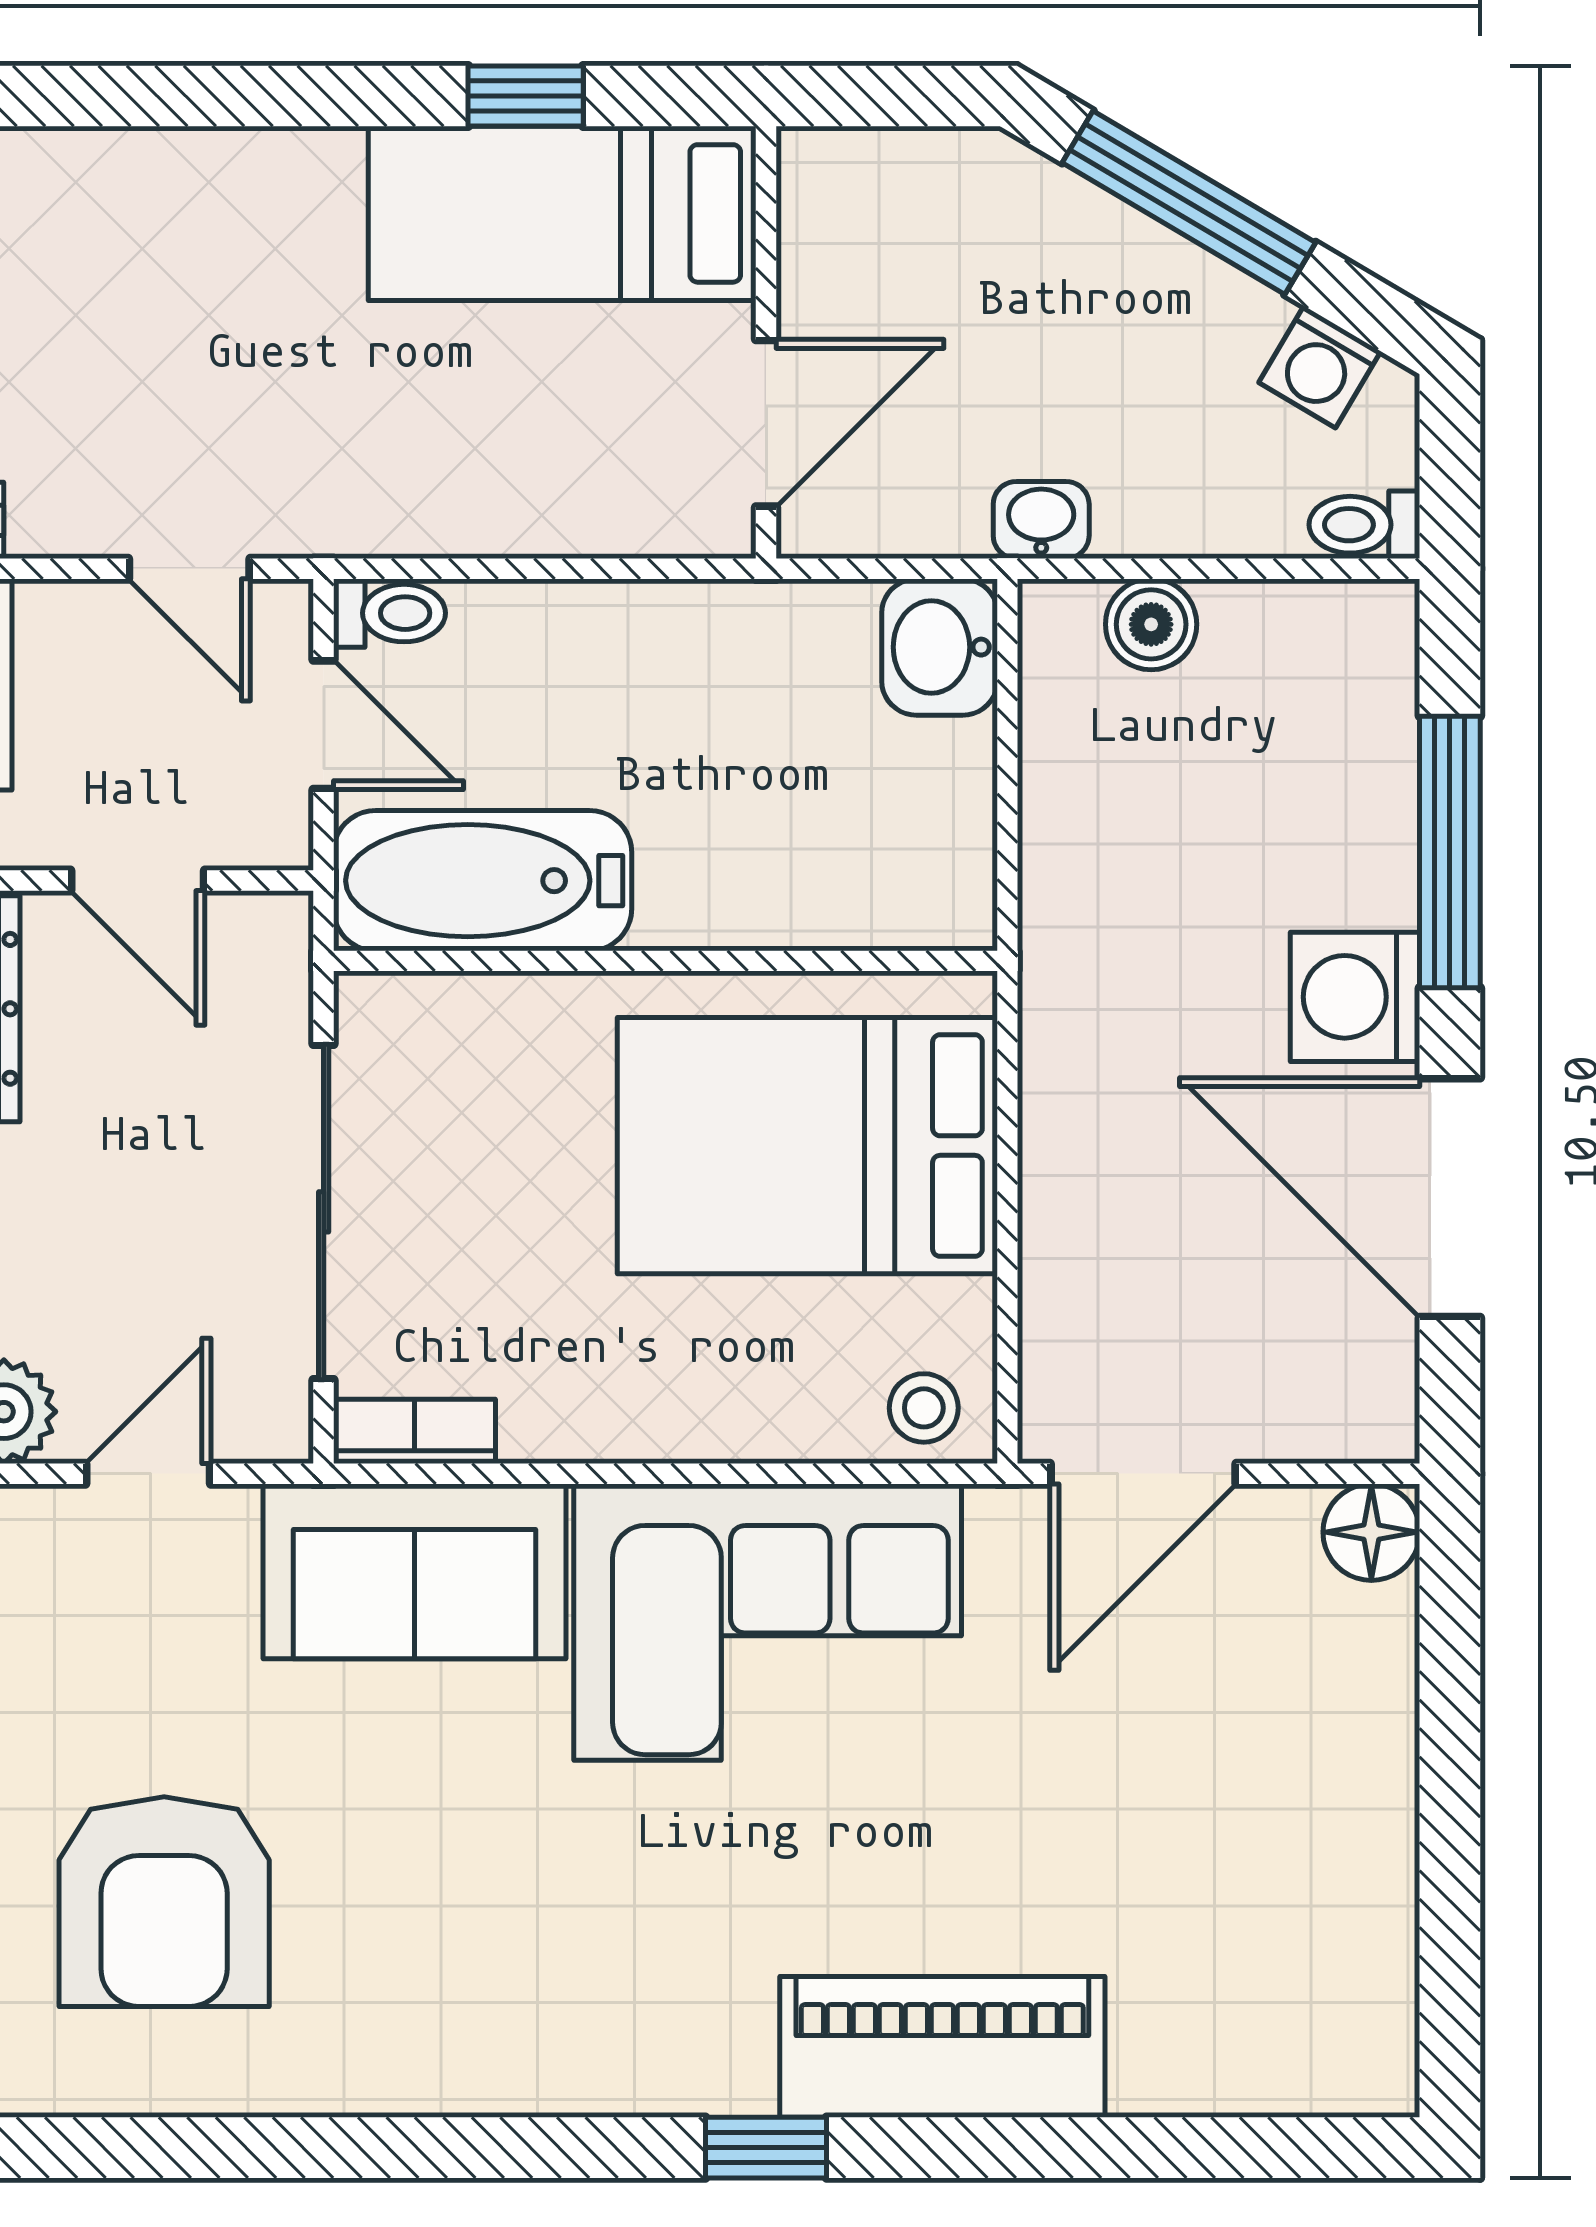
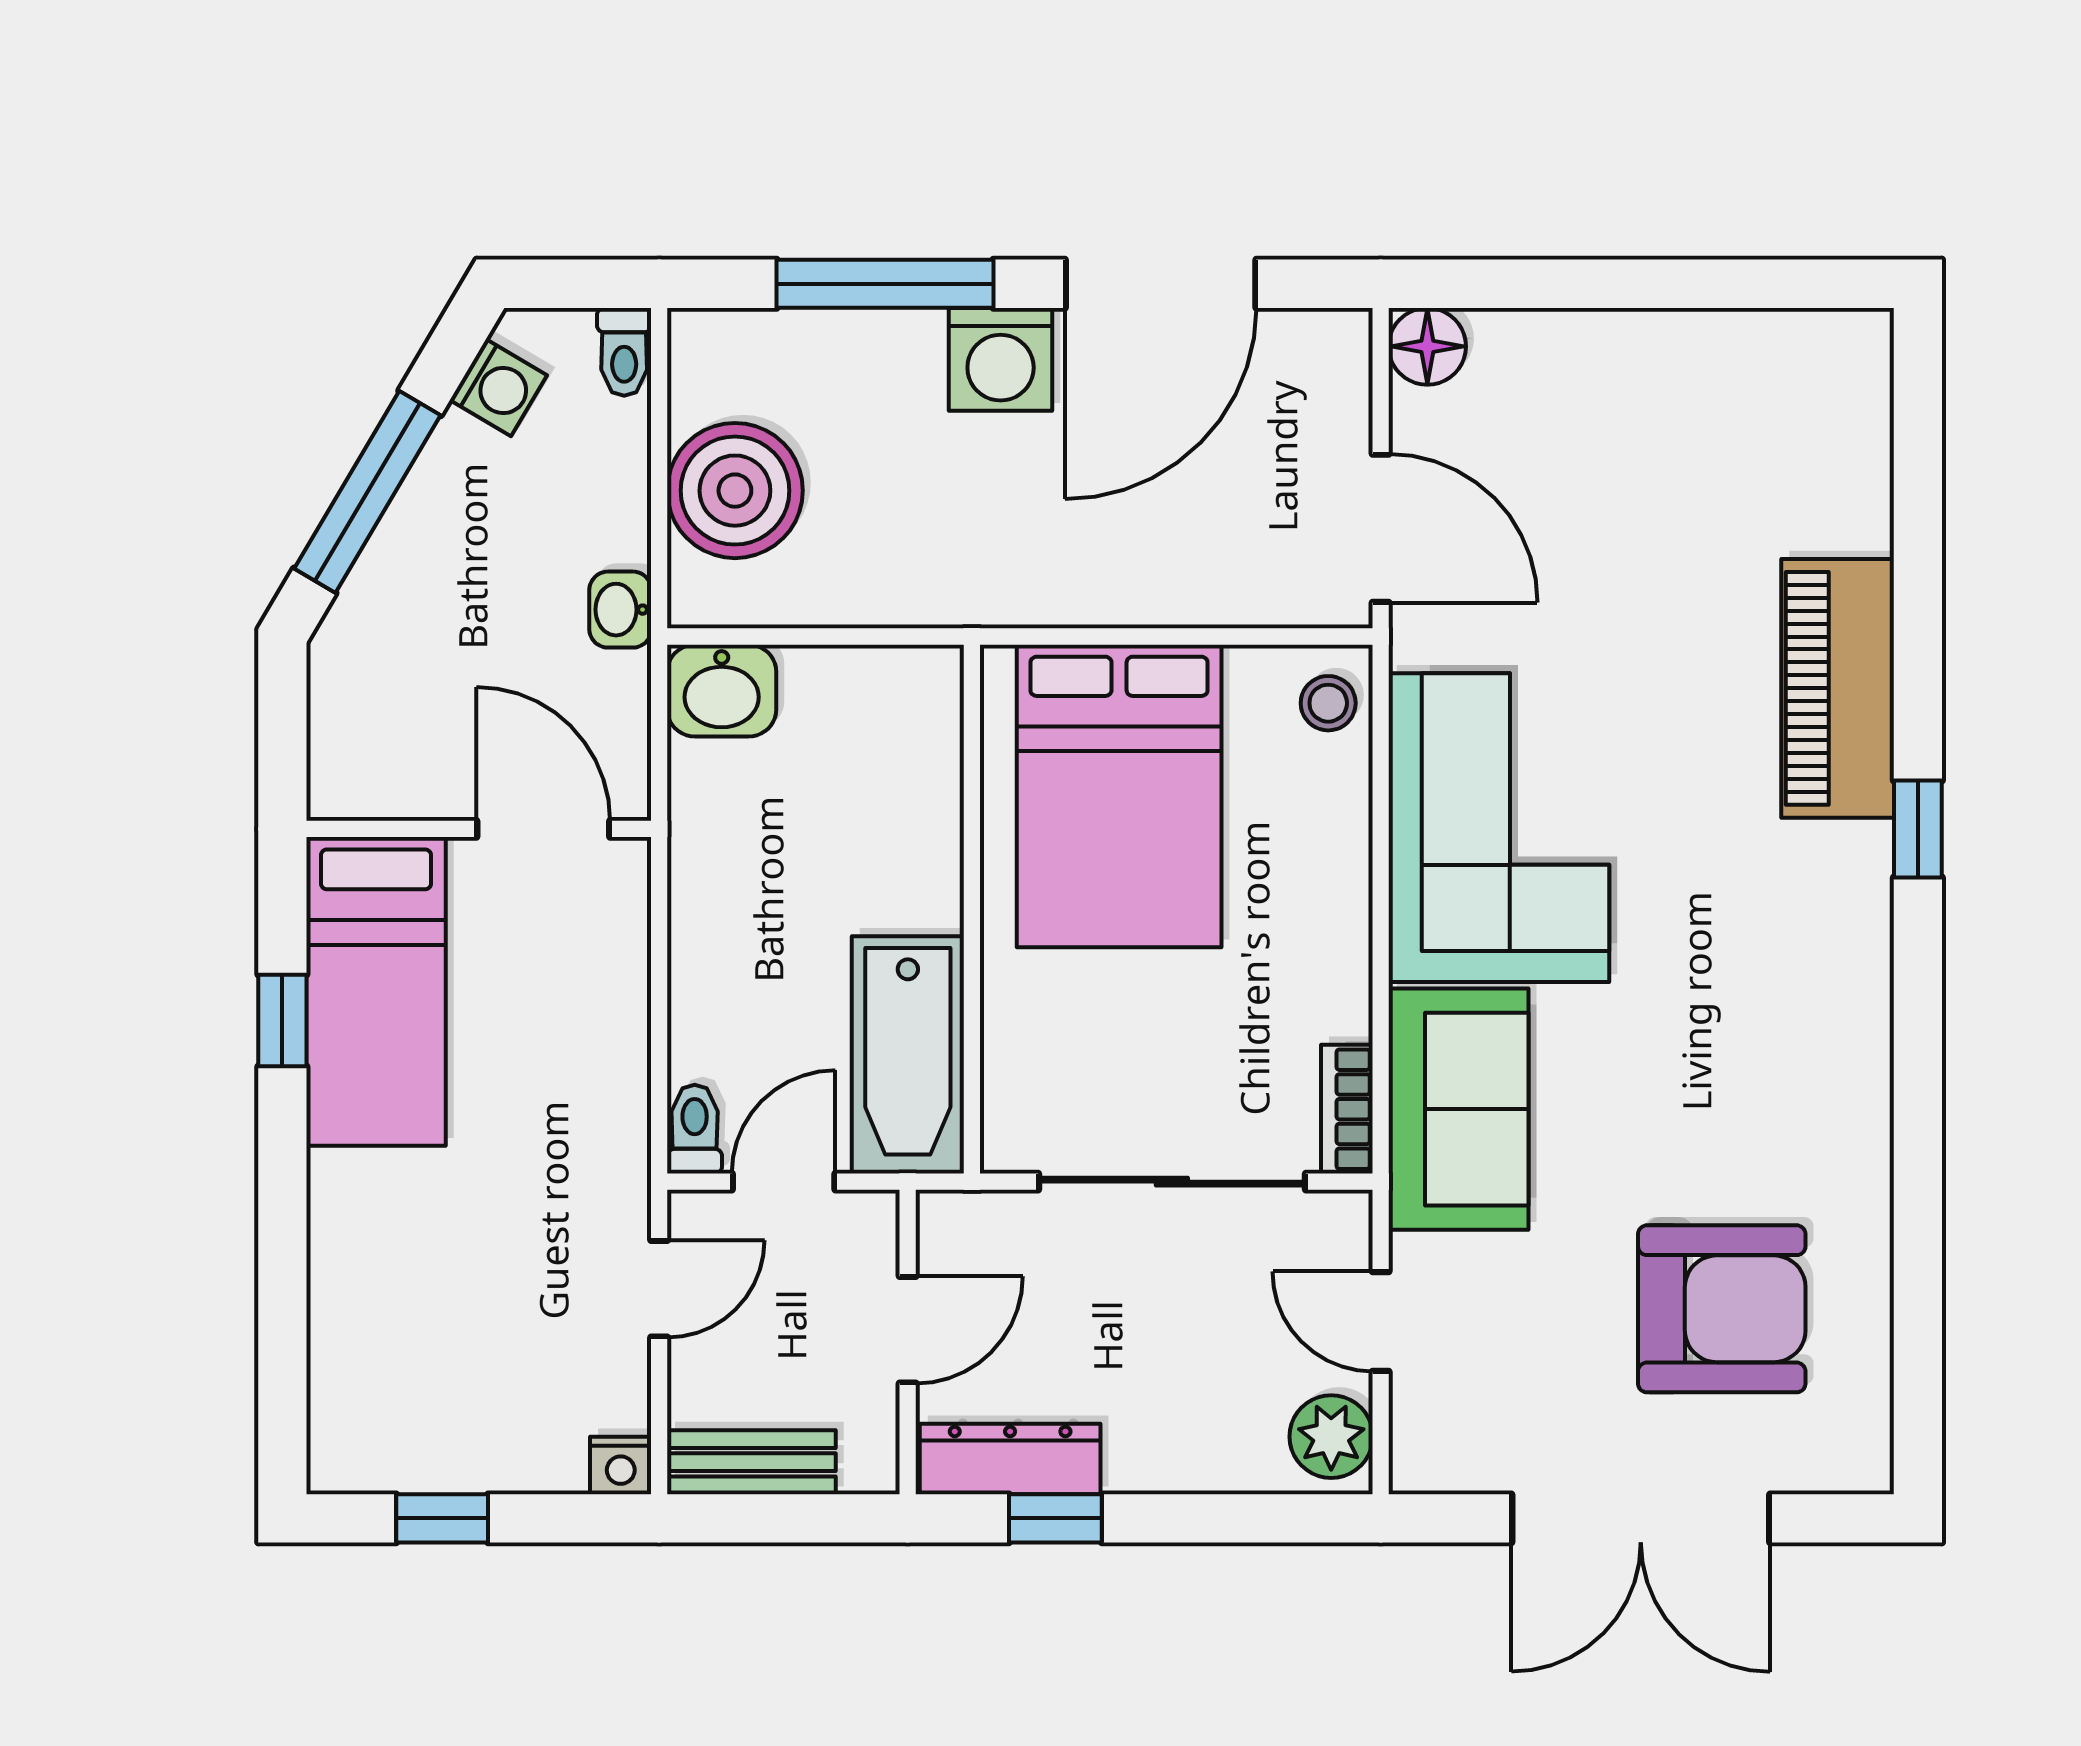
boiler: (1151, 624) -> (735, 491), width x1.86, depth x1.86

